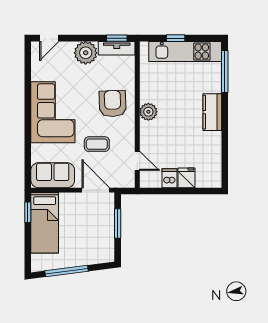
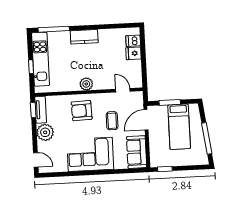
door: (137, 161) -> (123, 90), hinge flipped
dishwasher: (169, 178) -> (133, 41), moved
bed: (45, 223) -> (179, 127), moved, turned 90

